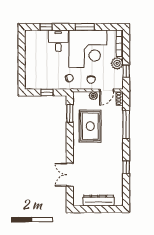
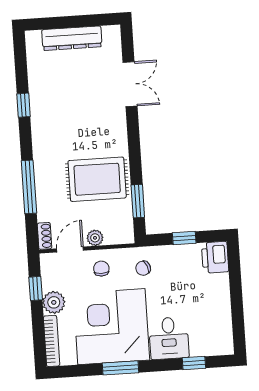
printer: (31, 81) -> (215, 257), added
rug: (90, 126) -> (97, 179), turned 90

